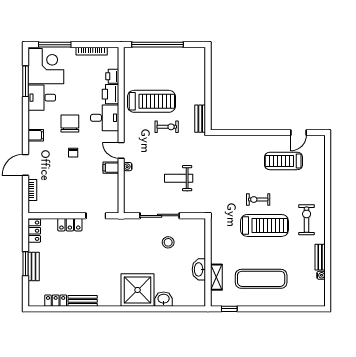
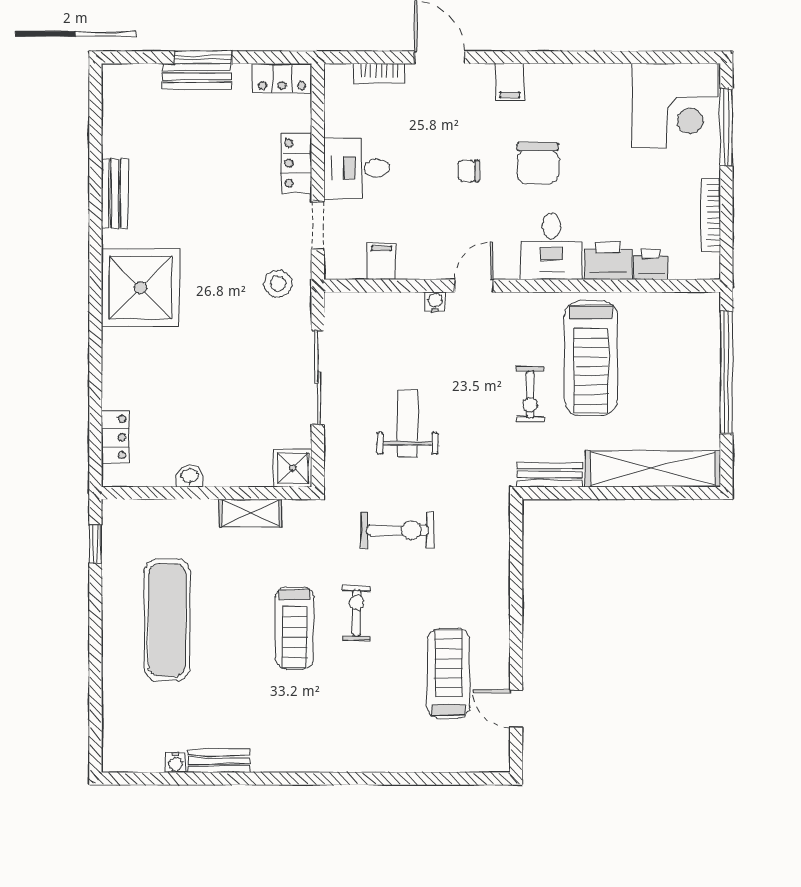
shelving: (198, 75) -> (653, 469), added
window: (26, 81) -> (639, 57), removed
desk: (42, 98) -> (357, 168), moved, turned -90
chair: (70, 124) -> (538, 163), turned 90
filing cabinet: (111, 168) -> (381, 261), moved
exercise bike: (307, 220) -> (398, 530), moved
treadmill: (264, 225) -> (295, 628), width x0.73, depth x0.73
shower: (197, 226) -> (293, 468), added
stool: (168, 242) -> (278, 284), moved
washbasin: (199, 269) -> (190, 476), width x0.52, depth x0.69
shelving: (216, 277) -> (250, 513), moved
shower: (138, 290) -> (140, 288), moved
washbasin: (164, 299) -> (119, 387), removed
locker: (56, 301) -> (115, 437), moved

